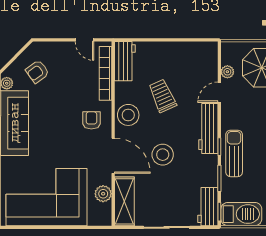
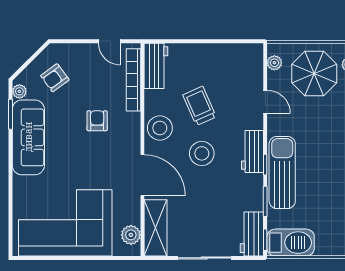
plant: (227, 72) -> (274, 63), moved
door: (219, 92) -> (265, 102), swing flipped
armchair: (91, 120) -> (97, 121), moved
workbench: (208, 128) -> (252, 152), width x0.73
sun lounger: (234, 153) -> (282, 172), width x1.36, depth x1.34
stool: (163, 155) -> (202, 153), moved
plant: (103, 194) -> (131, 235), moved

